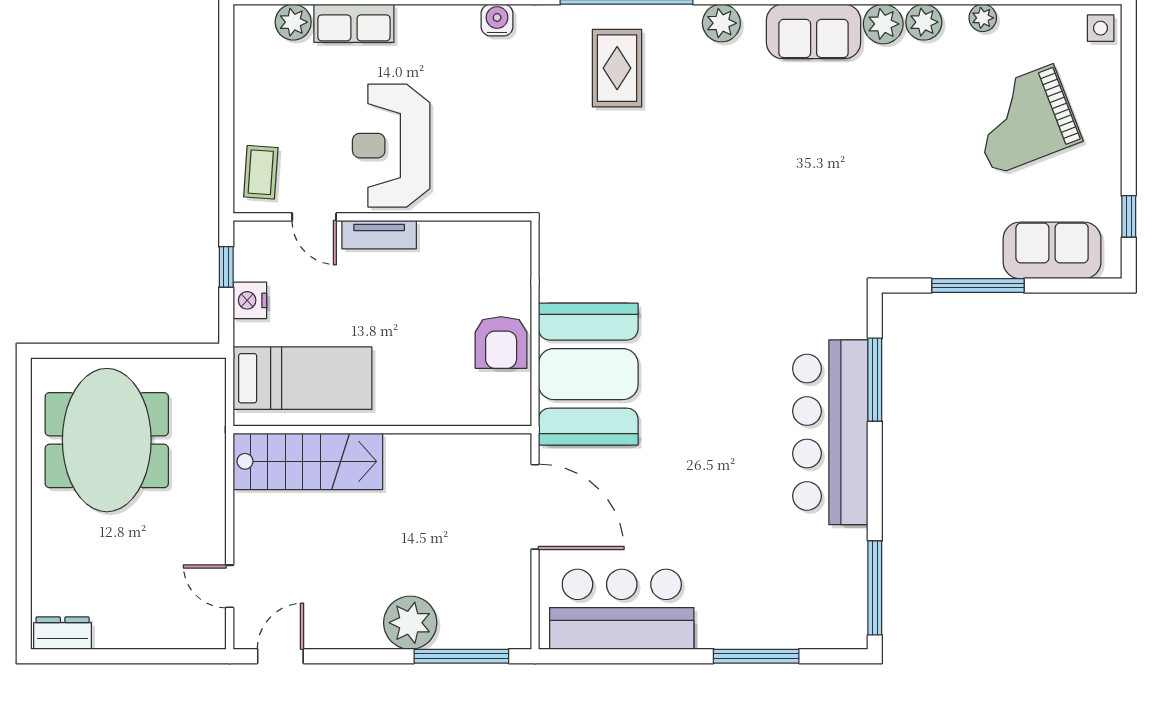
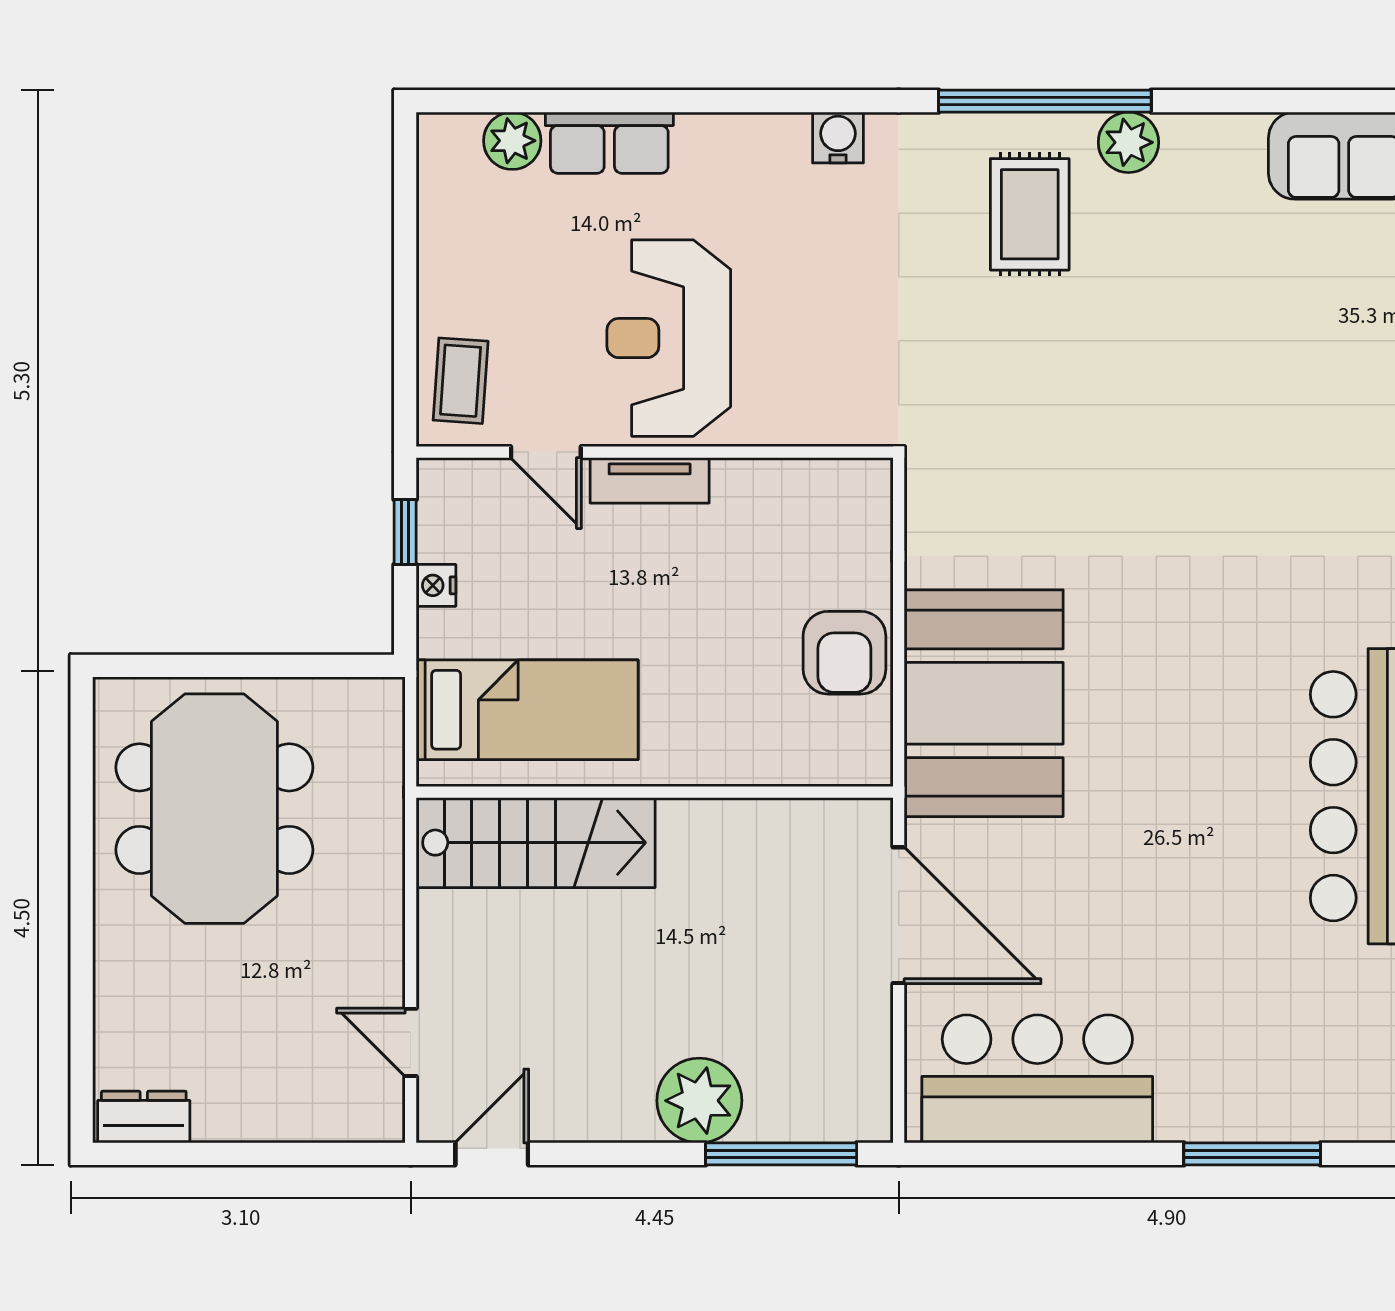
plant: (721, 23) -> (1128, 142), moved
nightstand: (250, 300) -> (436, 585), width x0.72, depth x0.74

